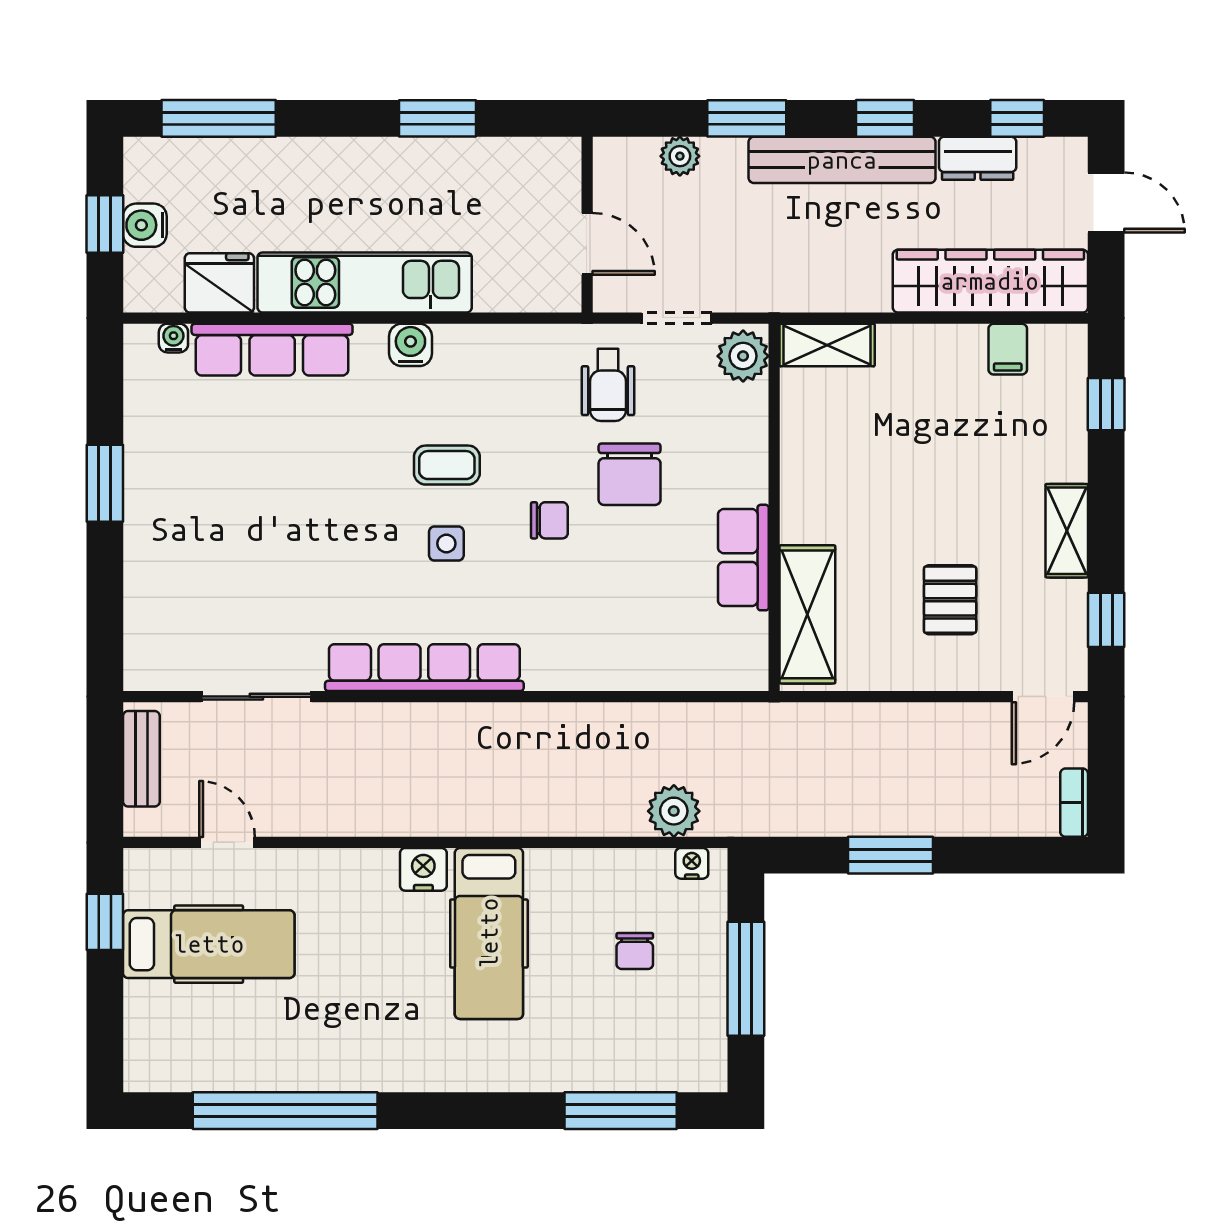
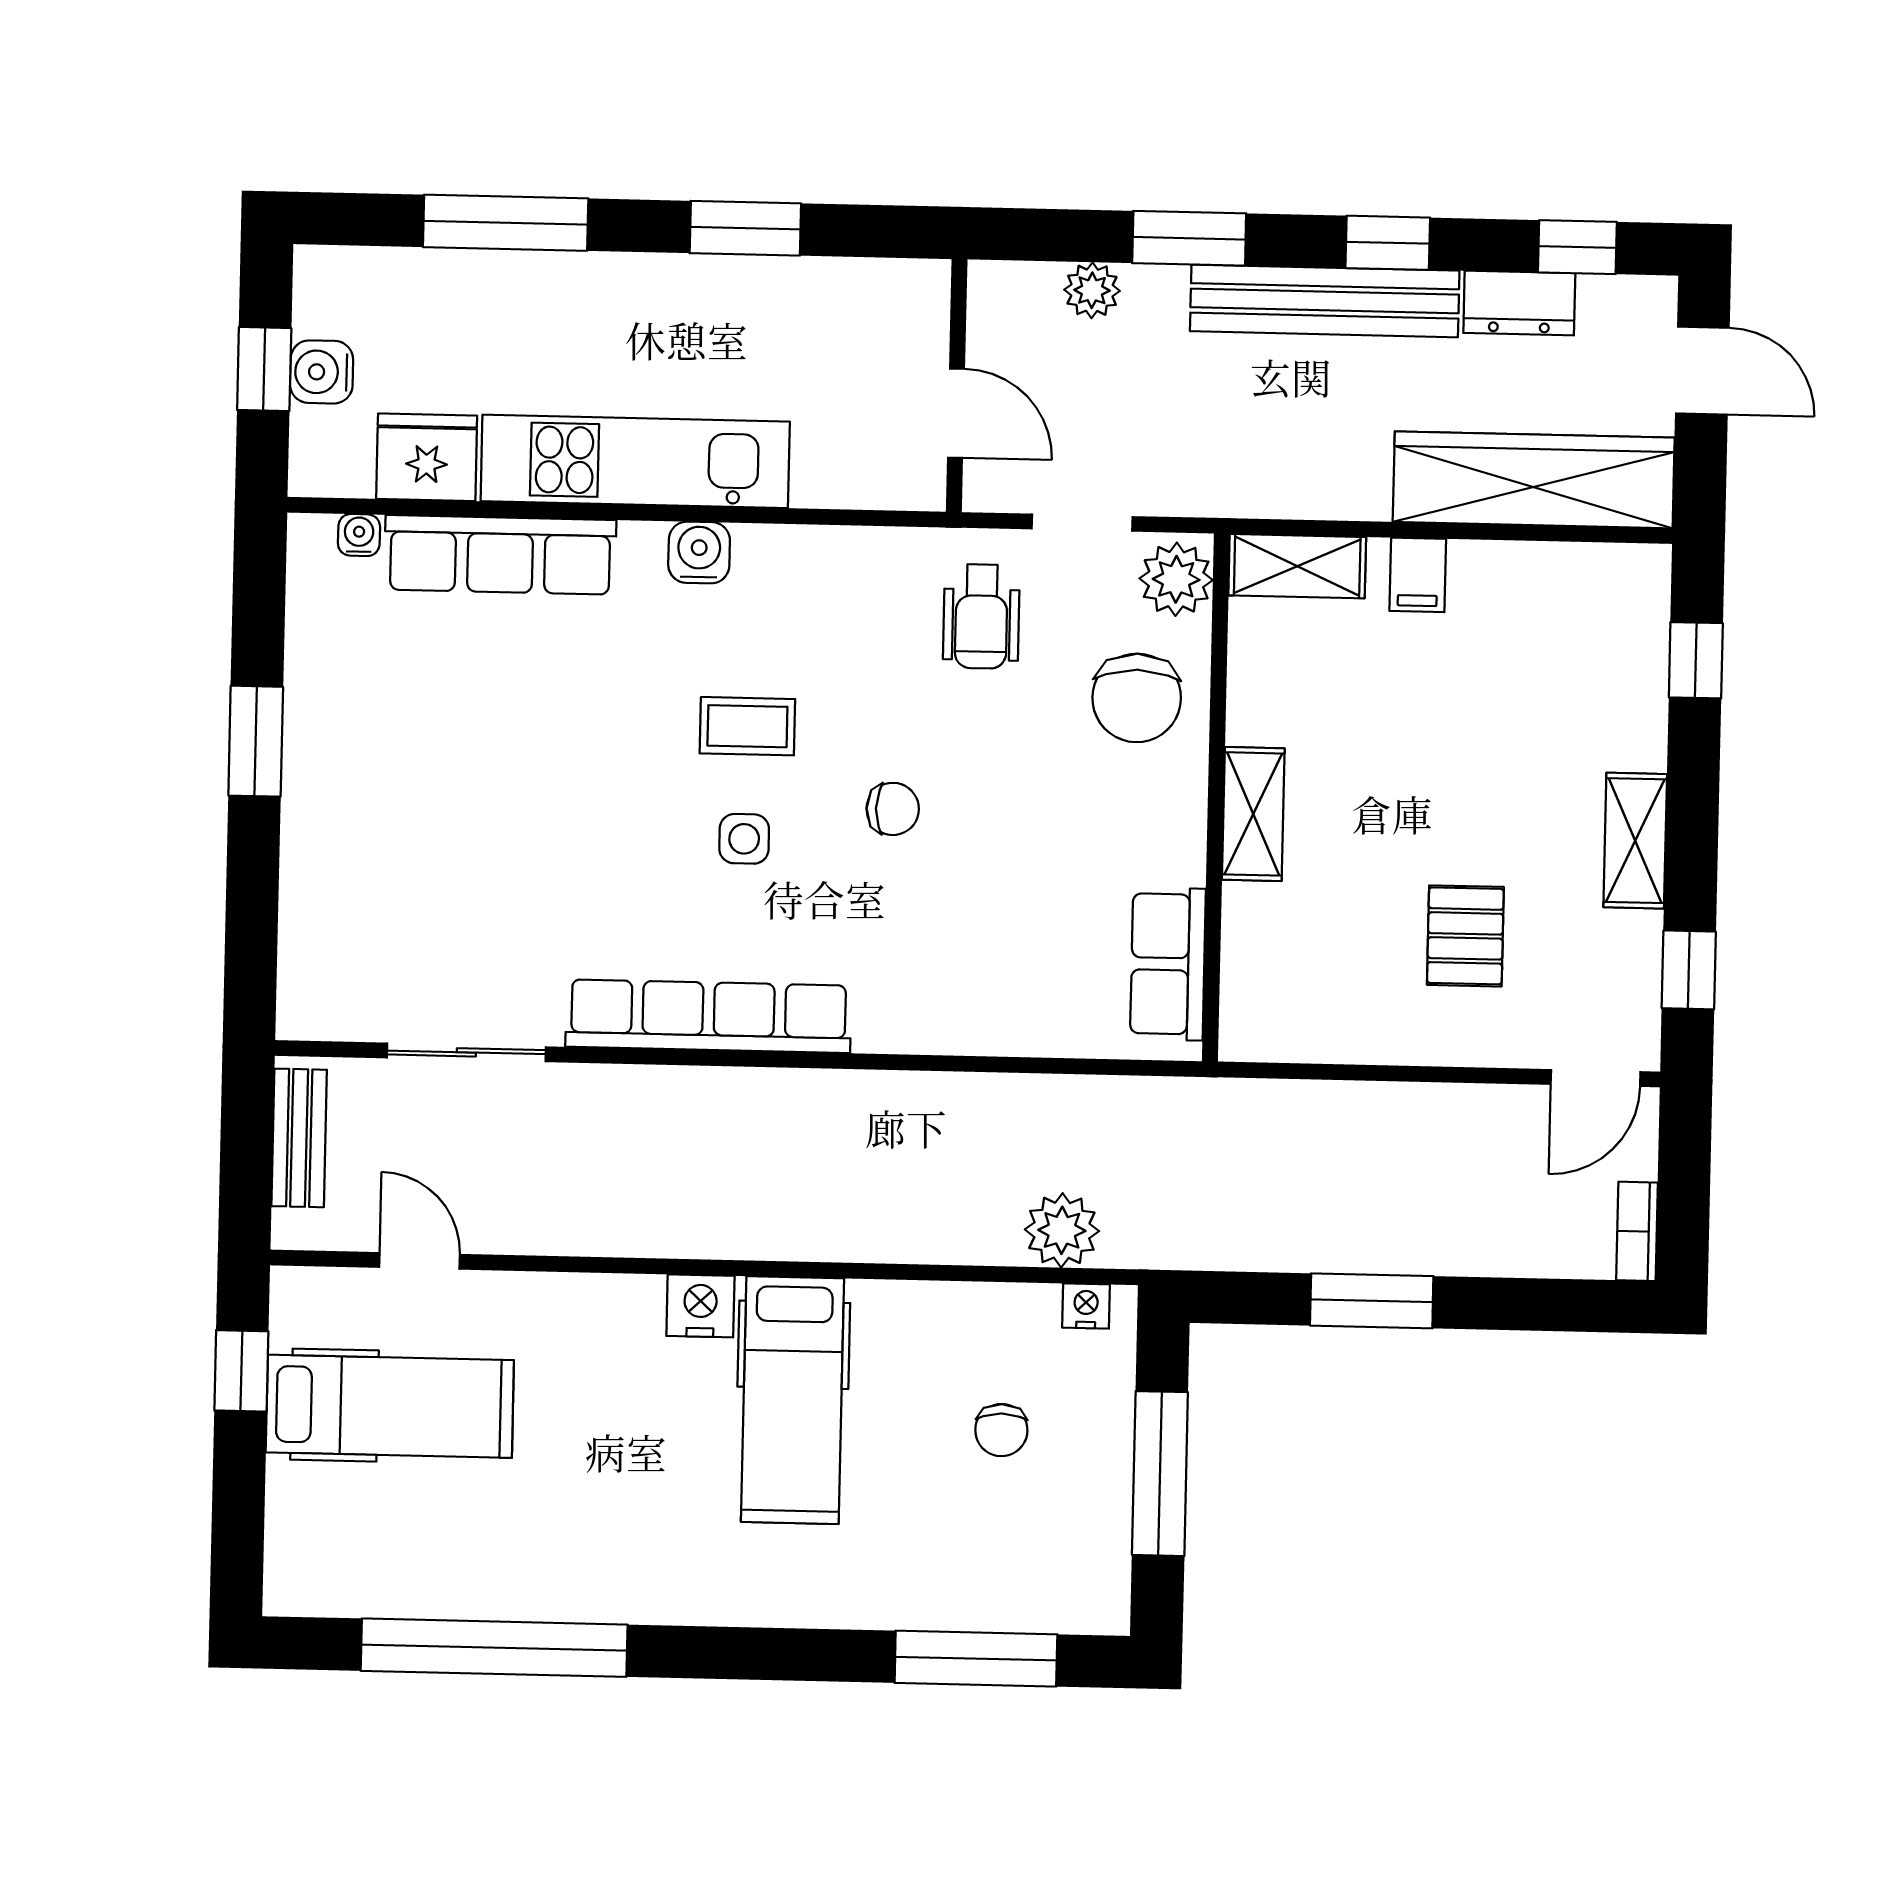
window: (219, 118) -> (506, 223), moved
filing cabinet: (1008, 349) -> (1418, 575), moved
chair: (630, 474) -> (1137, 698), moved
row of seats: (743, 558) -> (1168, 964), moved
shelving: (807, 614) -> (1253, 814), moved, width x0.67, depth x0.75

